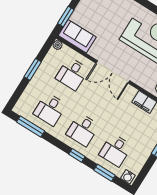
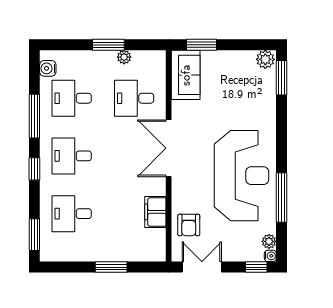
plant: (58, 45) -> (124, 57), moved
window: (31, 127) -> (34, 116), moved
window: (104, 173) -> (34, 235), moved
water cooler: (128, 177) -> (48, 68), moved

